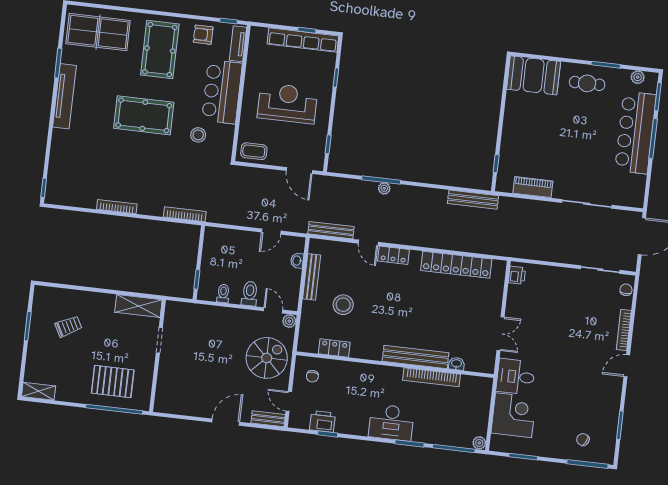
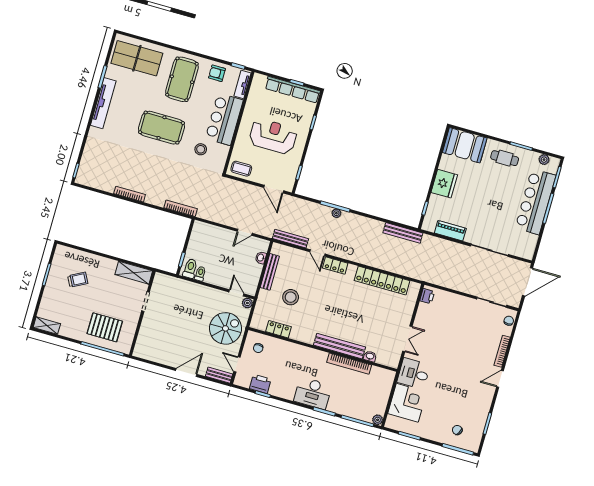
fridge: (515, 128) -> (444, 184), added
toilet: (250, 294) -> (190, 268), moved

